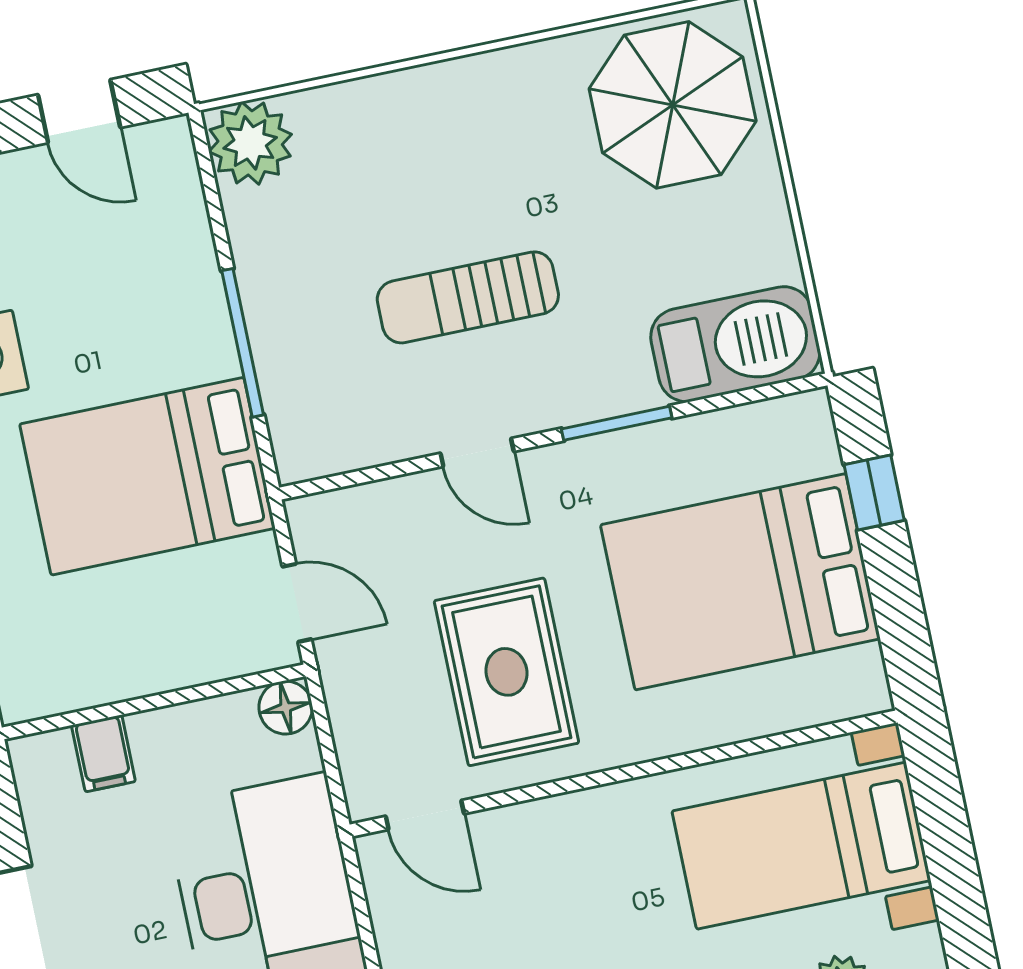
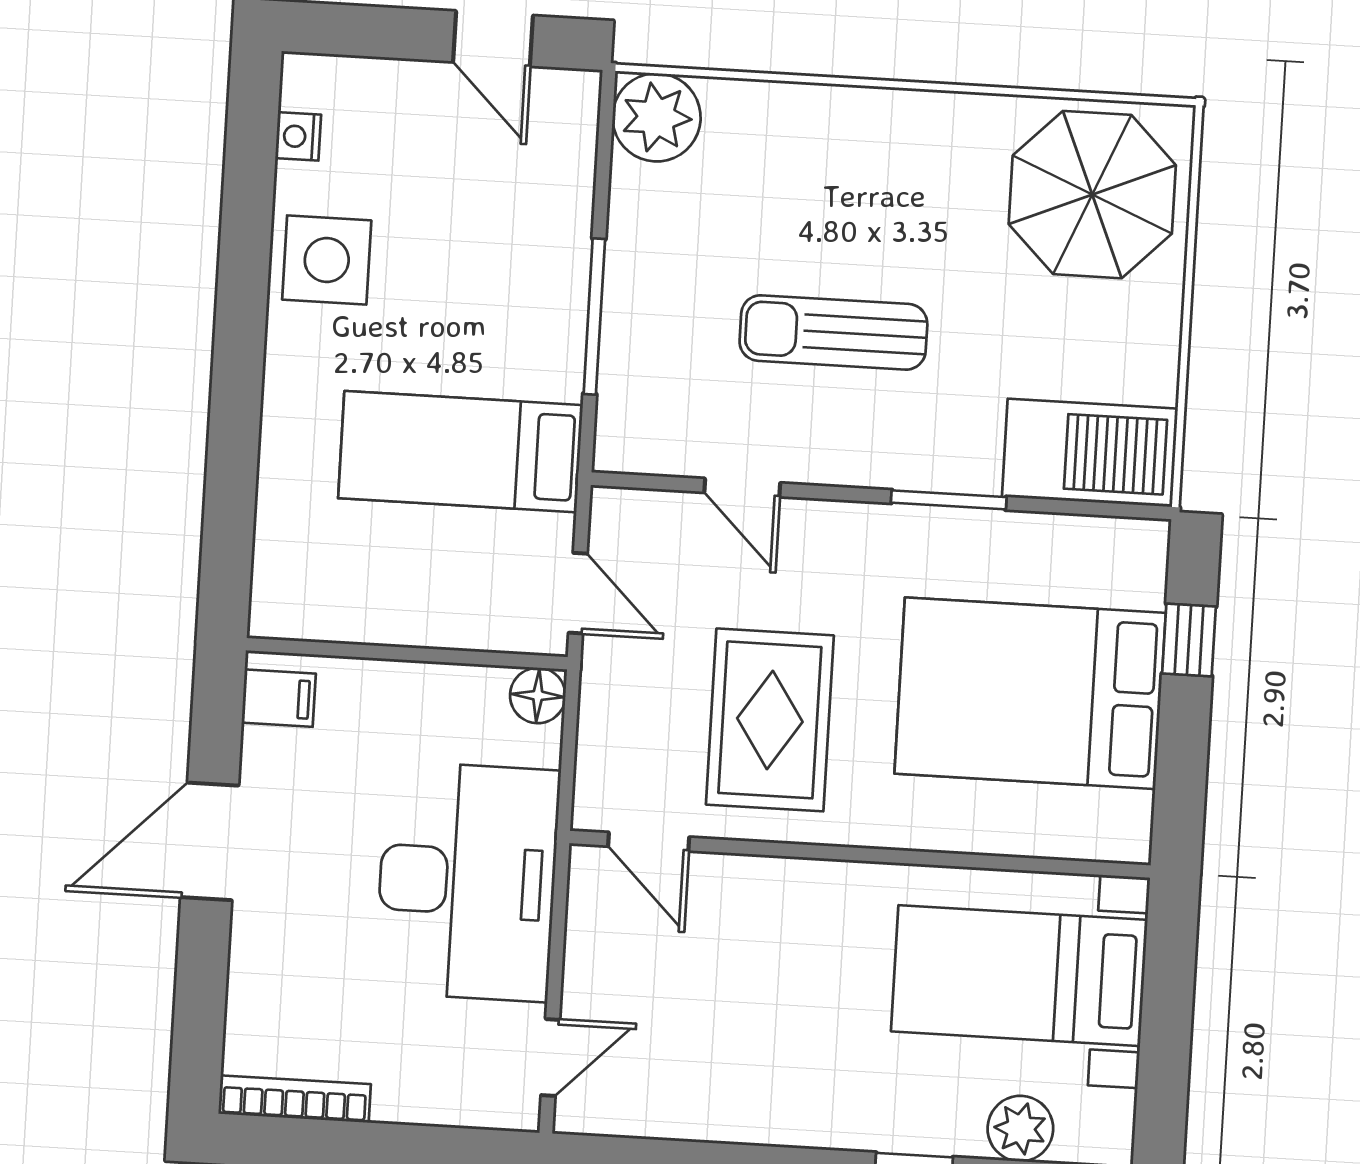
door: (477, 452) -> (742, 488), moved
bed: (147, 476) -> (460, 452), width x0.67
filing cabinet: (103, 753) -> (279, 698), moved, turned -90

